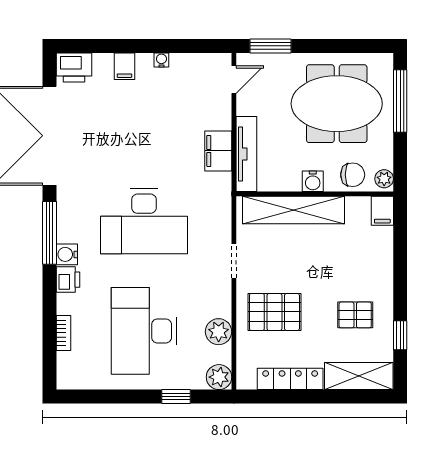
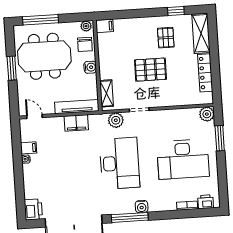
window: (270, 46) -> (12, 68), moved
filing cabinet: (124, 66) -> (29, 148), moved
meeting table: (337, 104) -> (44, 56), turned 90
chair: (353, 175) -> (85, 44), turned 180
shelving: (293, 210) -> (107, 93), width x0.45, depth x0.75
printer: (68, 280) -> (206, 202), moved
pallet: (274, 312) -> (150, 70), moved, turned 90
plant: (219, 332) -> (116, 120), moved
window: (176, 397) -> (220, 138), width x1.50

